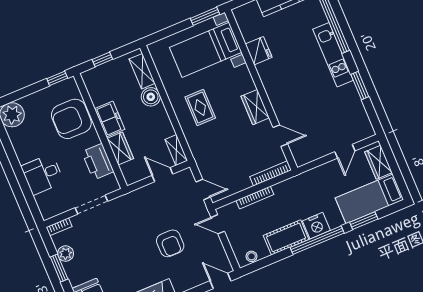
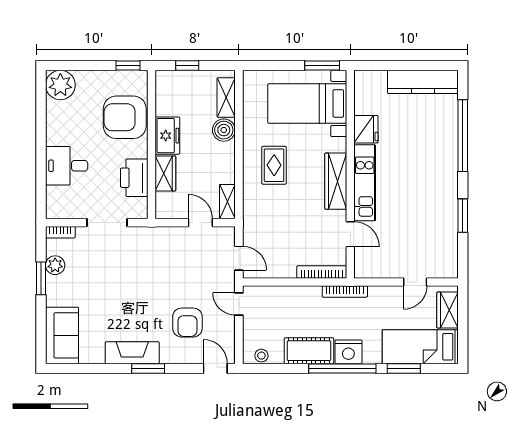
kitchen unit: (333, 55) -> (365, 183), moved, turned 180
wardrobe: (255, 107) -> (336, 181), width x1.50
bookcase: (255, 198) -> (345, 292), moved
armchair: (170, 243) -> (187, 323), moved

